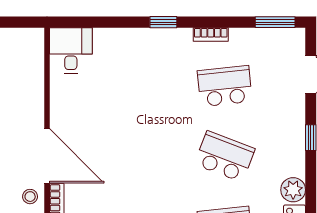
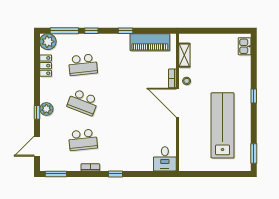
plant: (293, 190) -> (46, 109), moved

